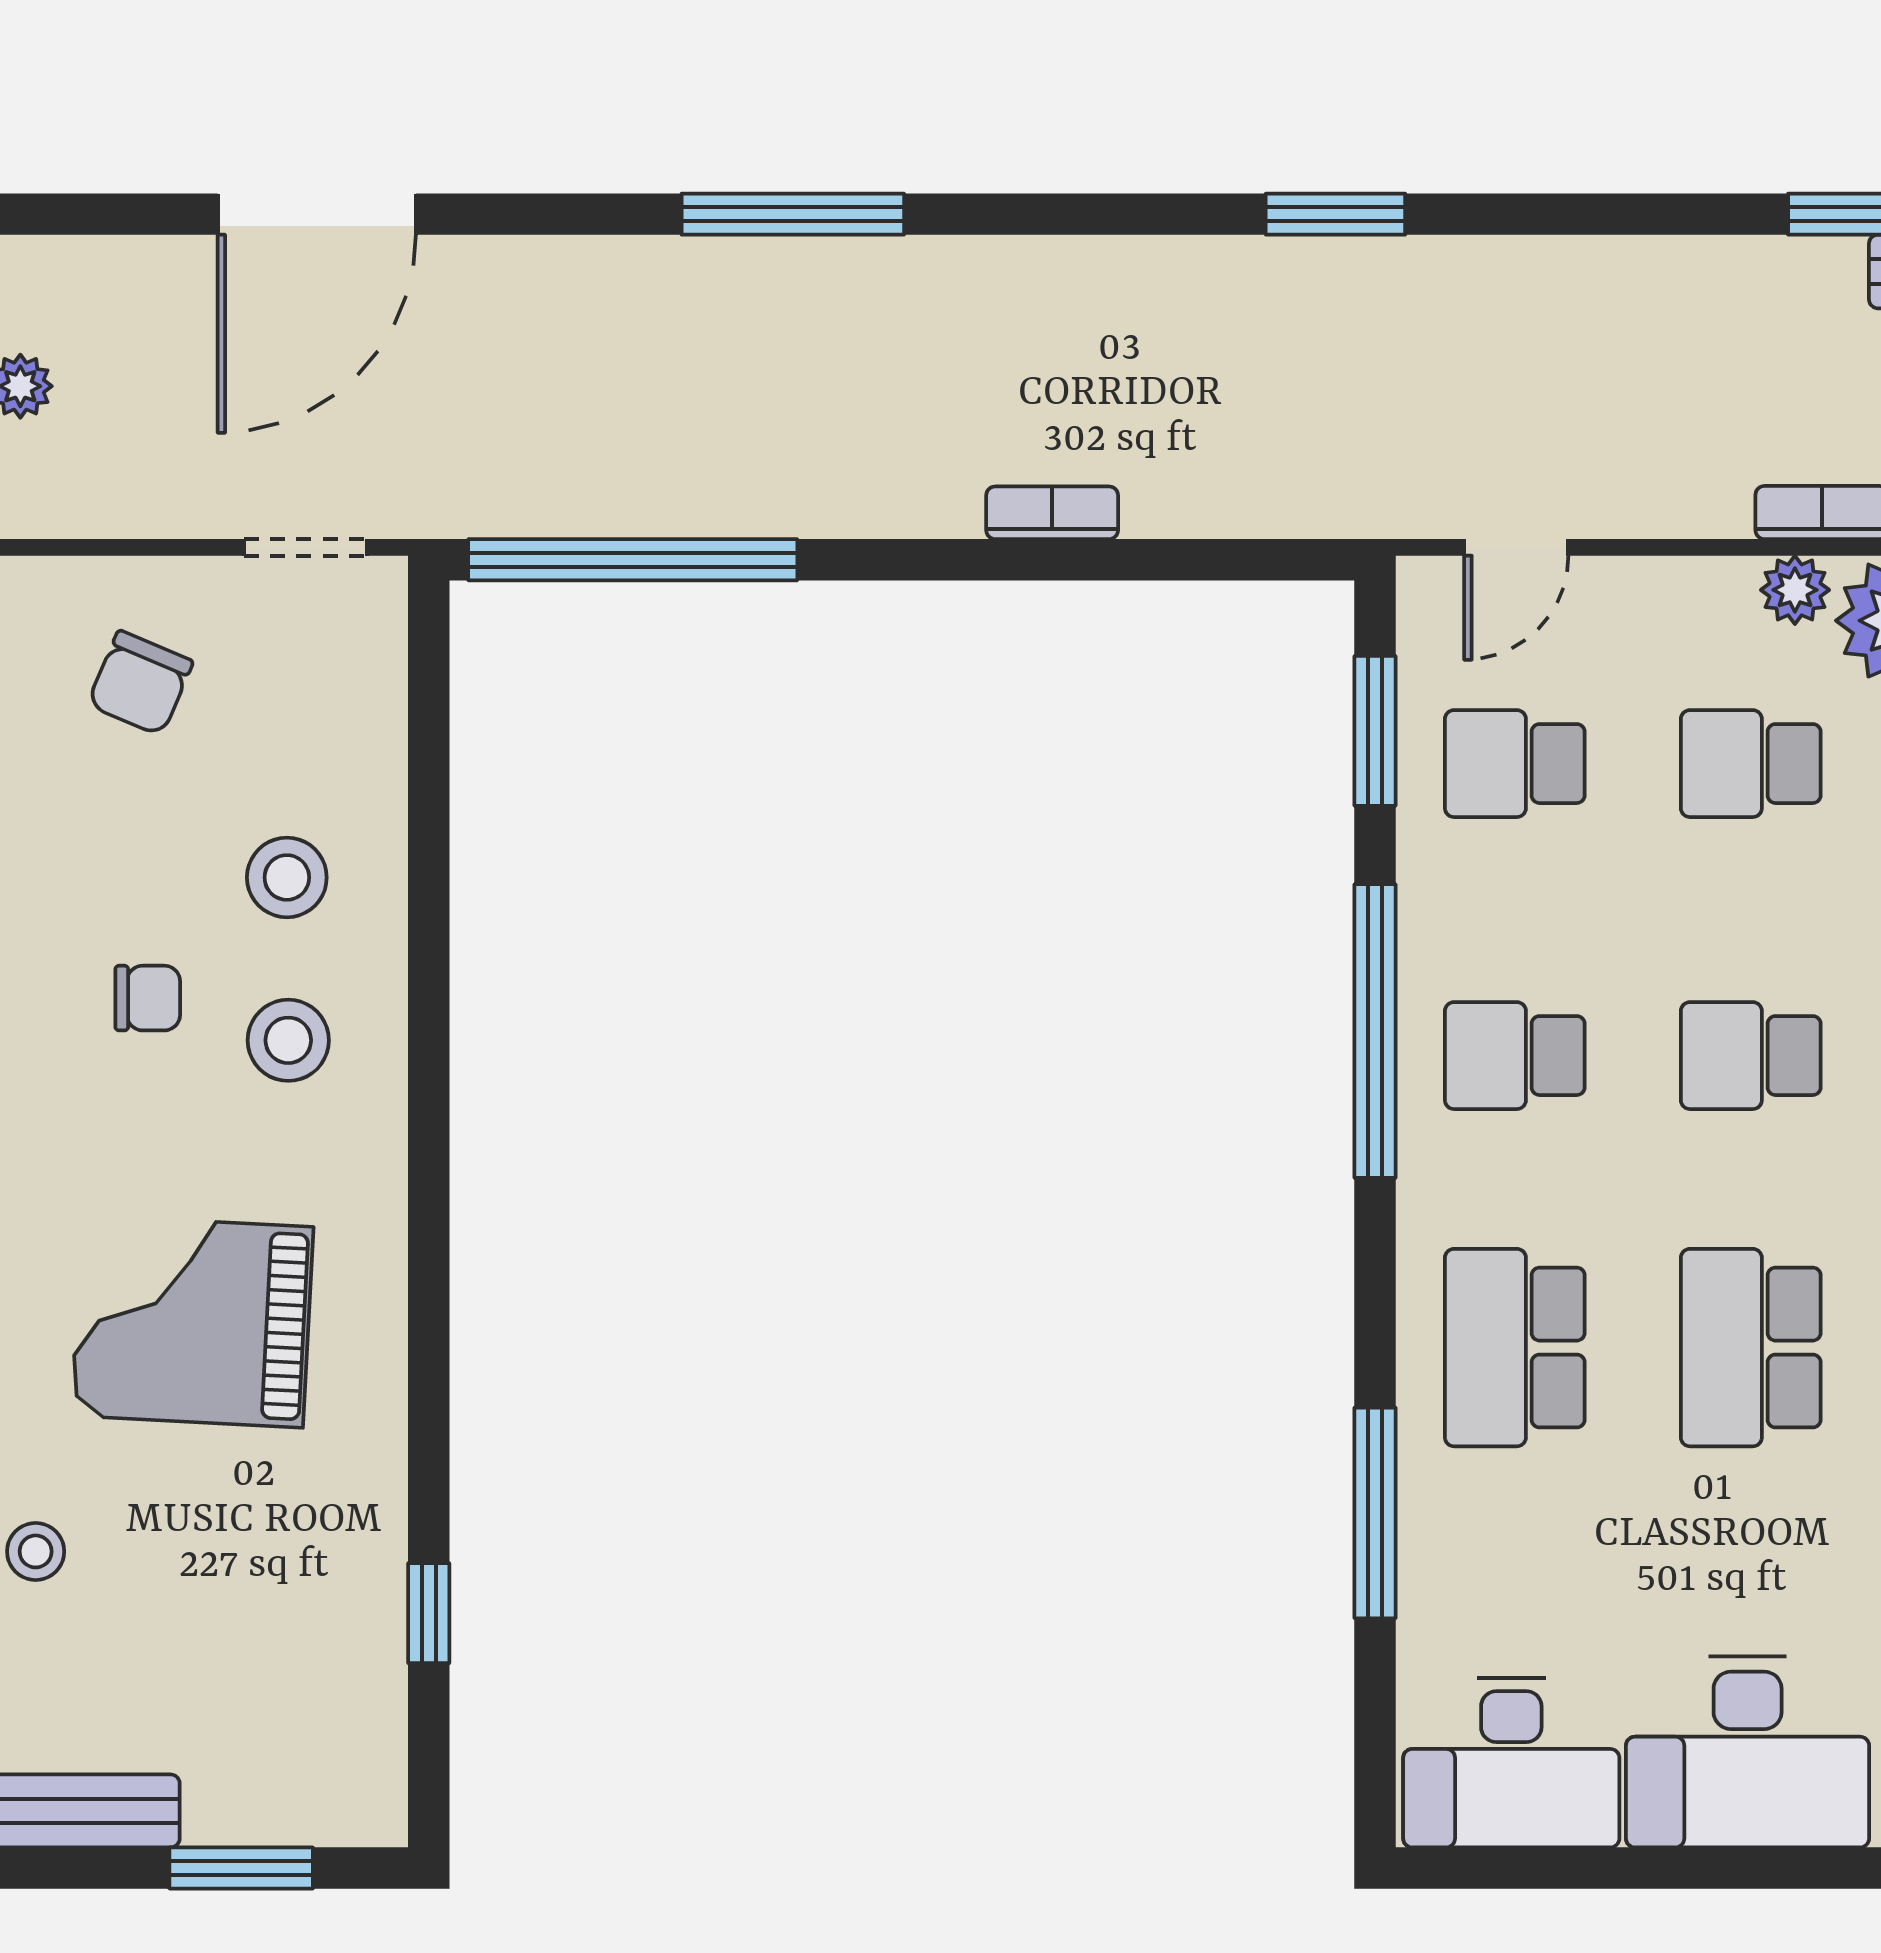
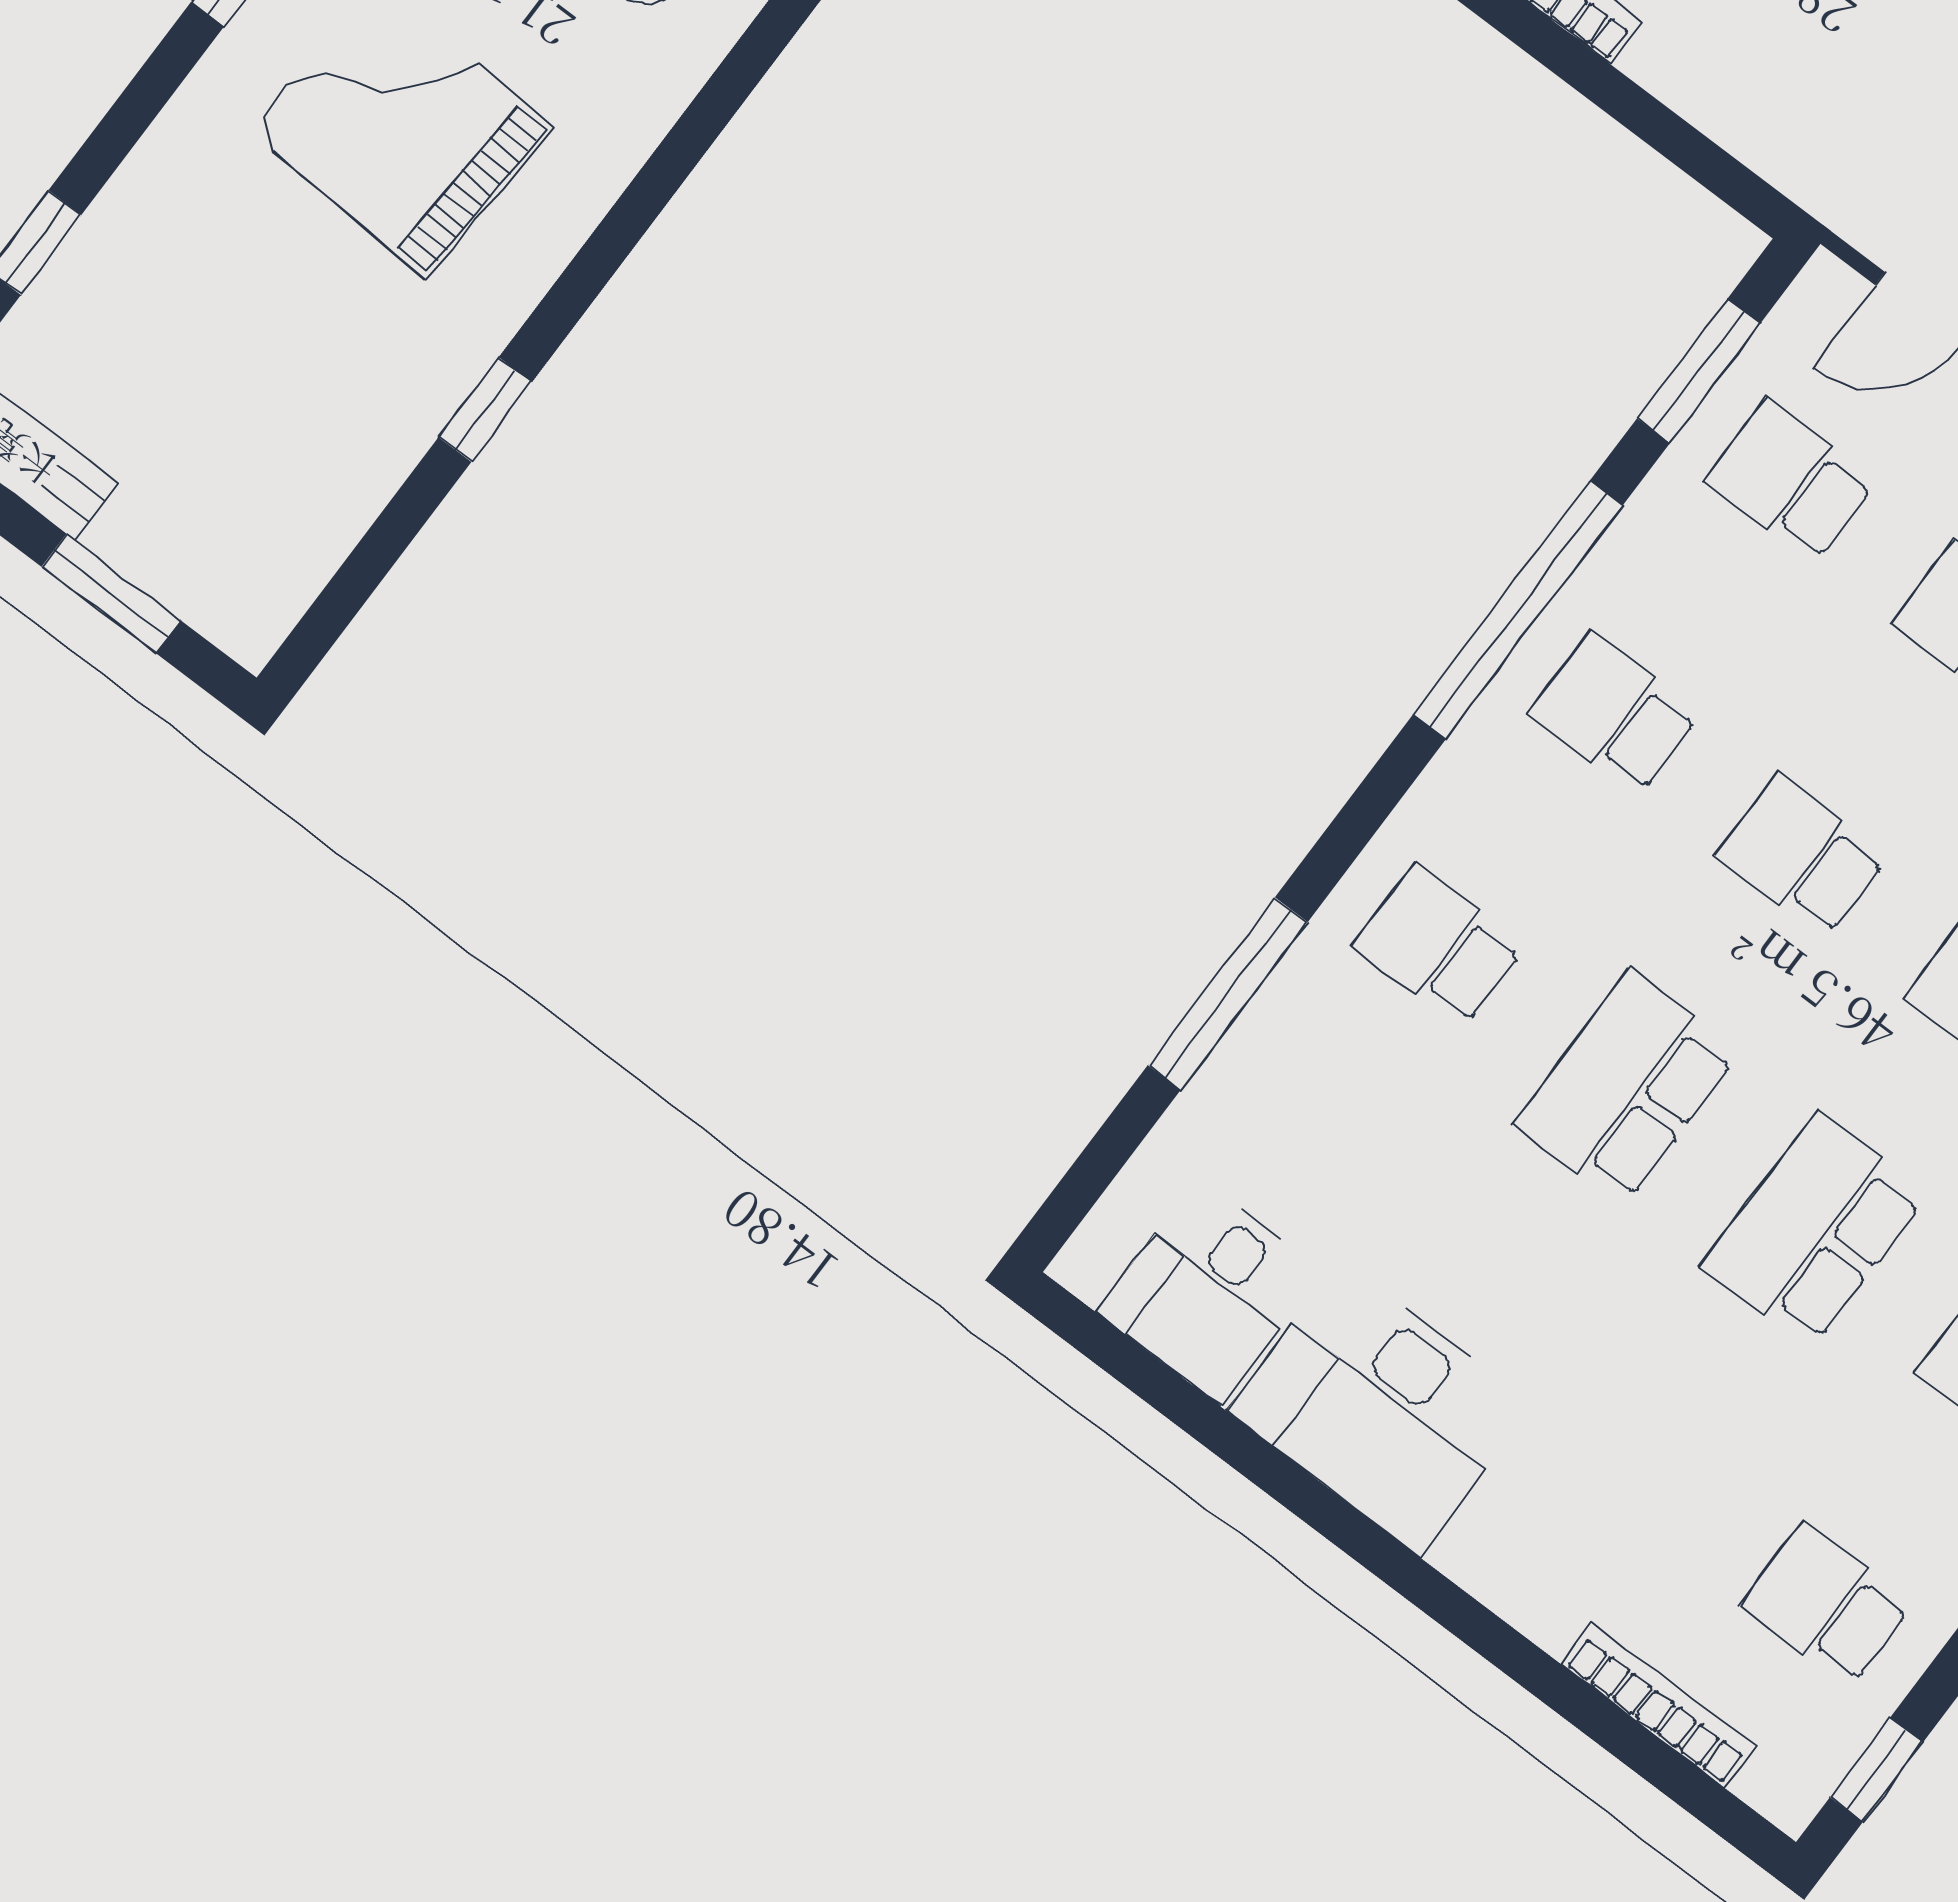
school desk: (1515, 1348) -> (1439, 946), width x0.54
stool: (36, 1551) -> (138, 218), removed
window: (429, 1613) -> (485, 410), moved
desk: (1511, 1763) -> (1209, 1292), width x0.73

